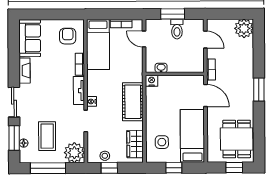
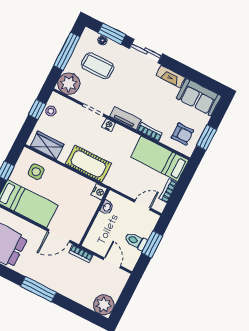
window: (60, 14) -> (207, 138), added
door: (205, 40) -> (112, 263), swing flipped
window: (259, 90) -> (39, 289), width x1.44

